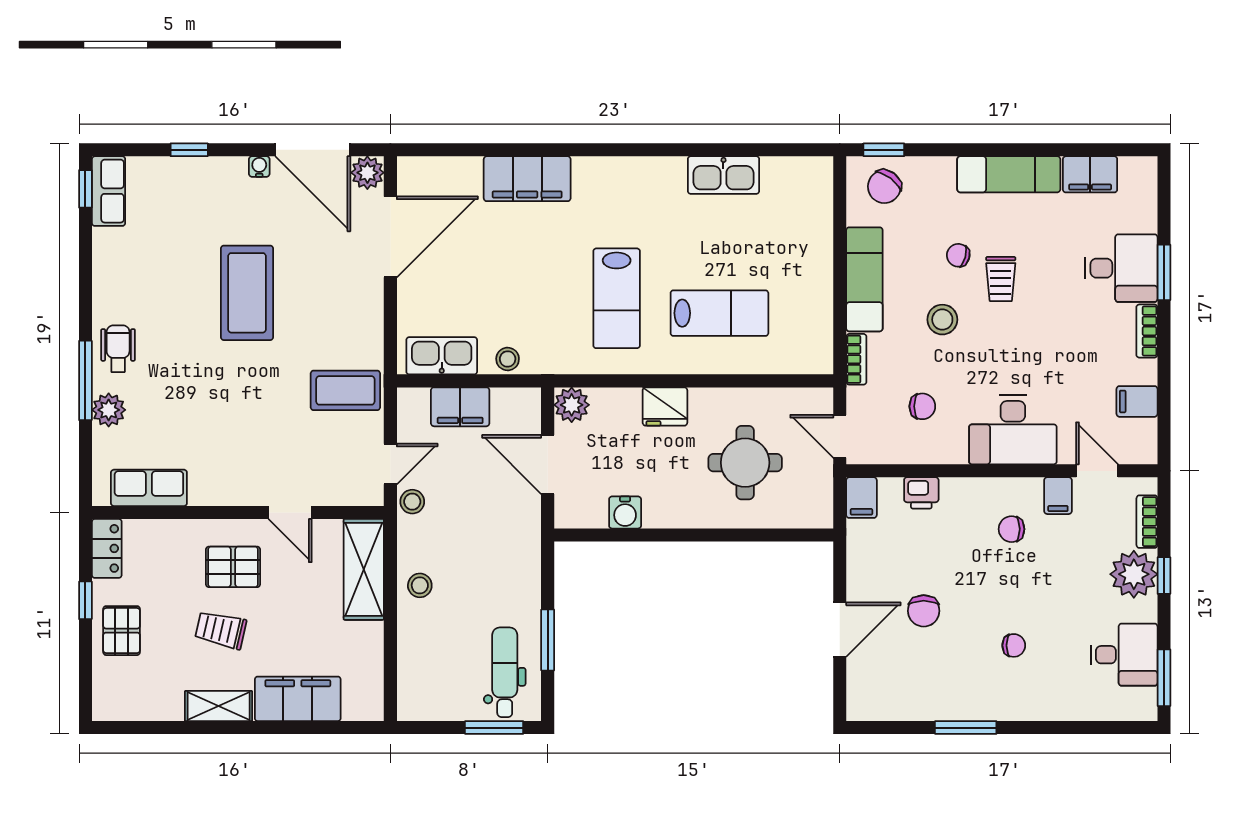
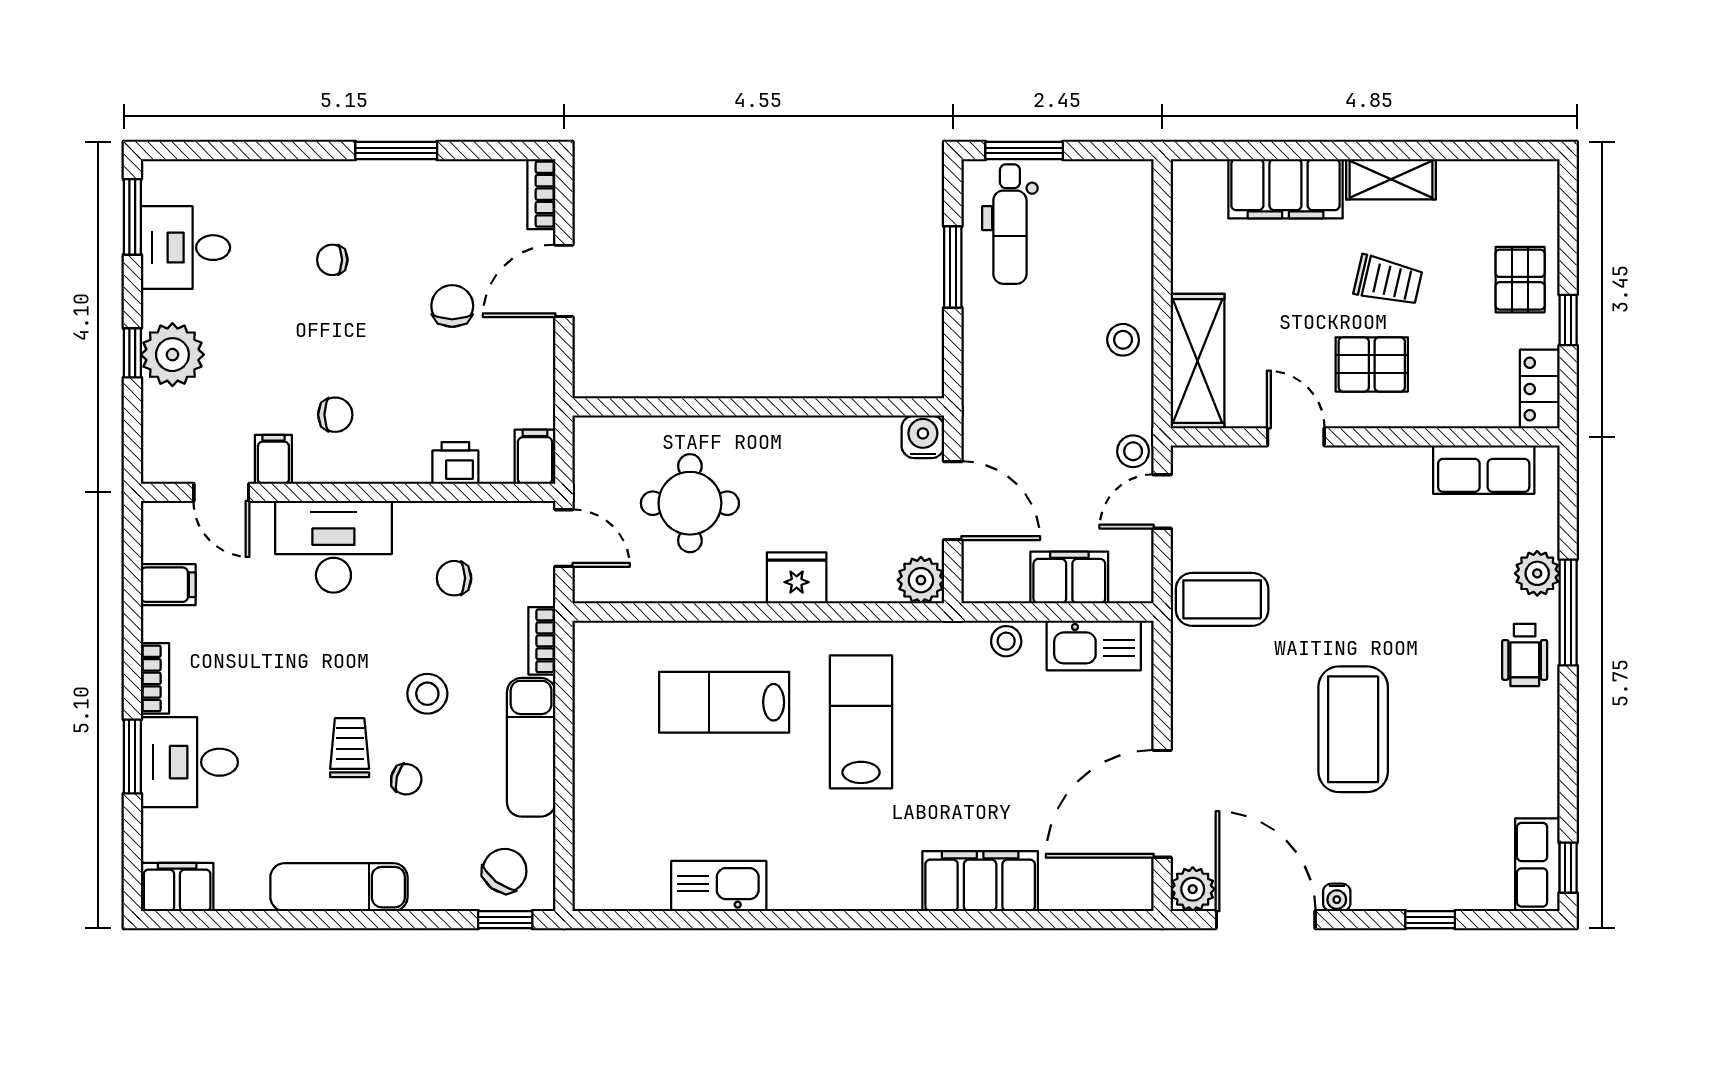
filing cabinet: (1090, 174) -> (177, 887), moved
water cooler: (625, 512) -> (923, 437), moved
bookcase: (1147, 522) -> (541, 194), moved, turned 180

